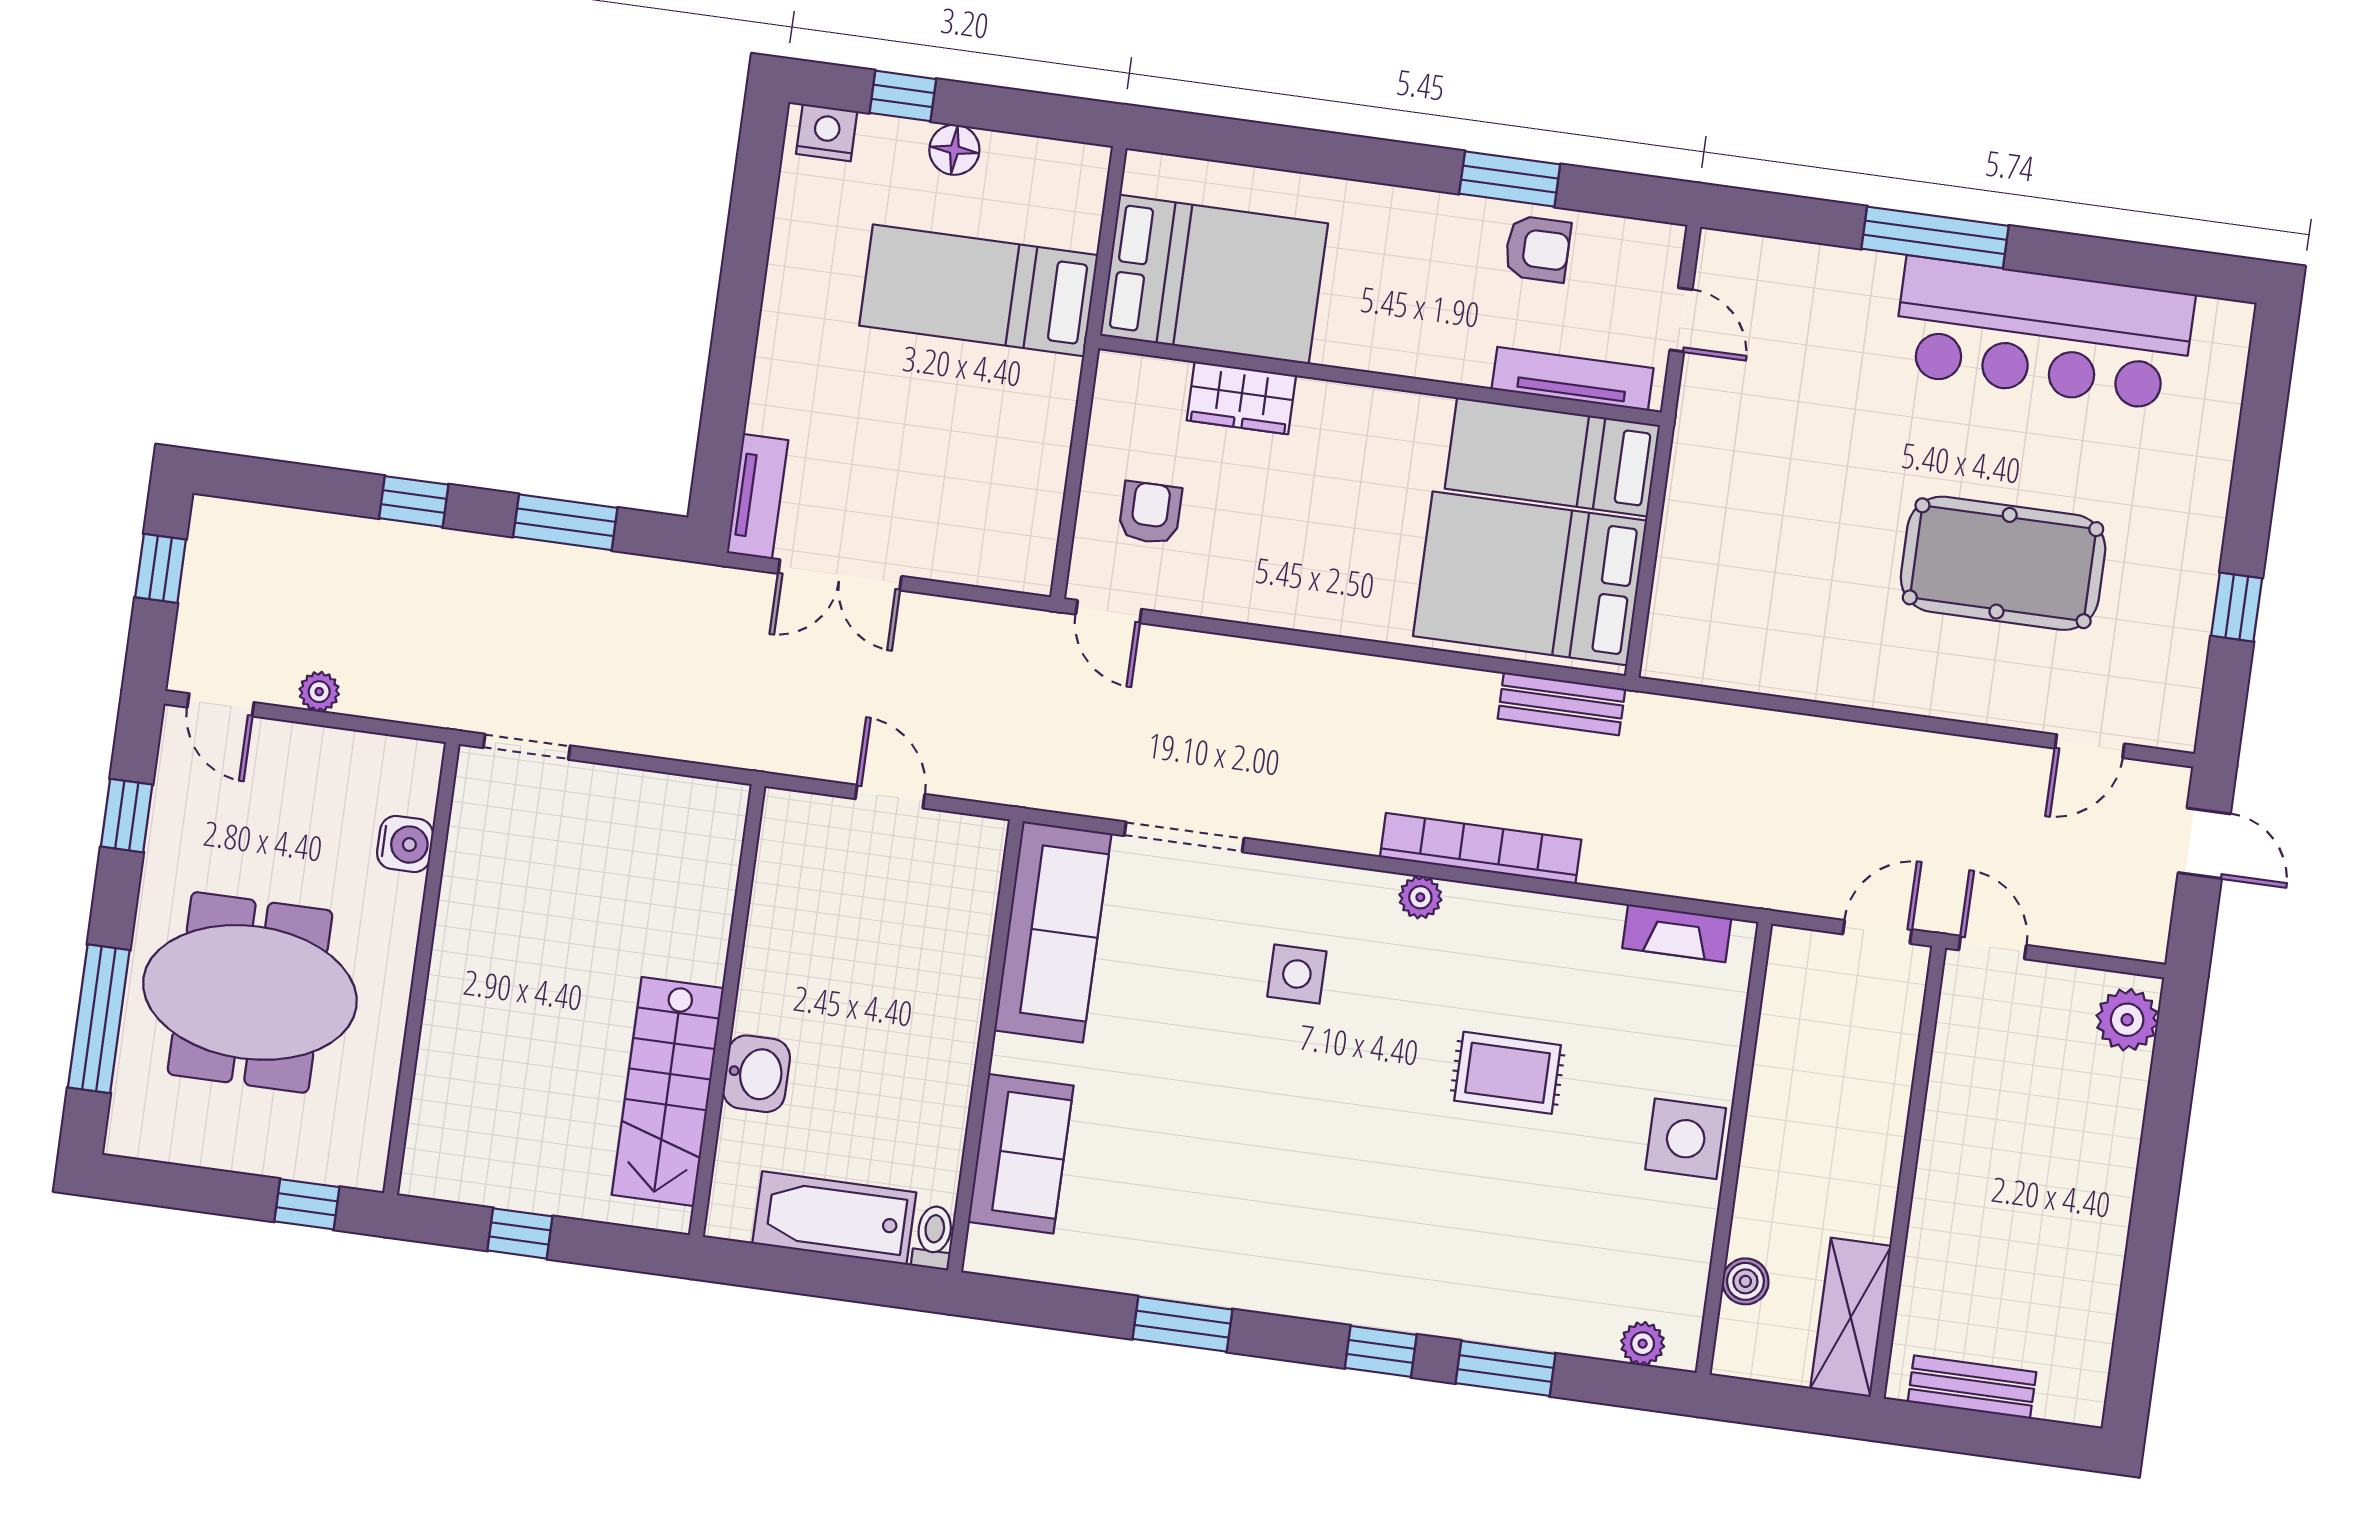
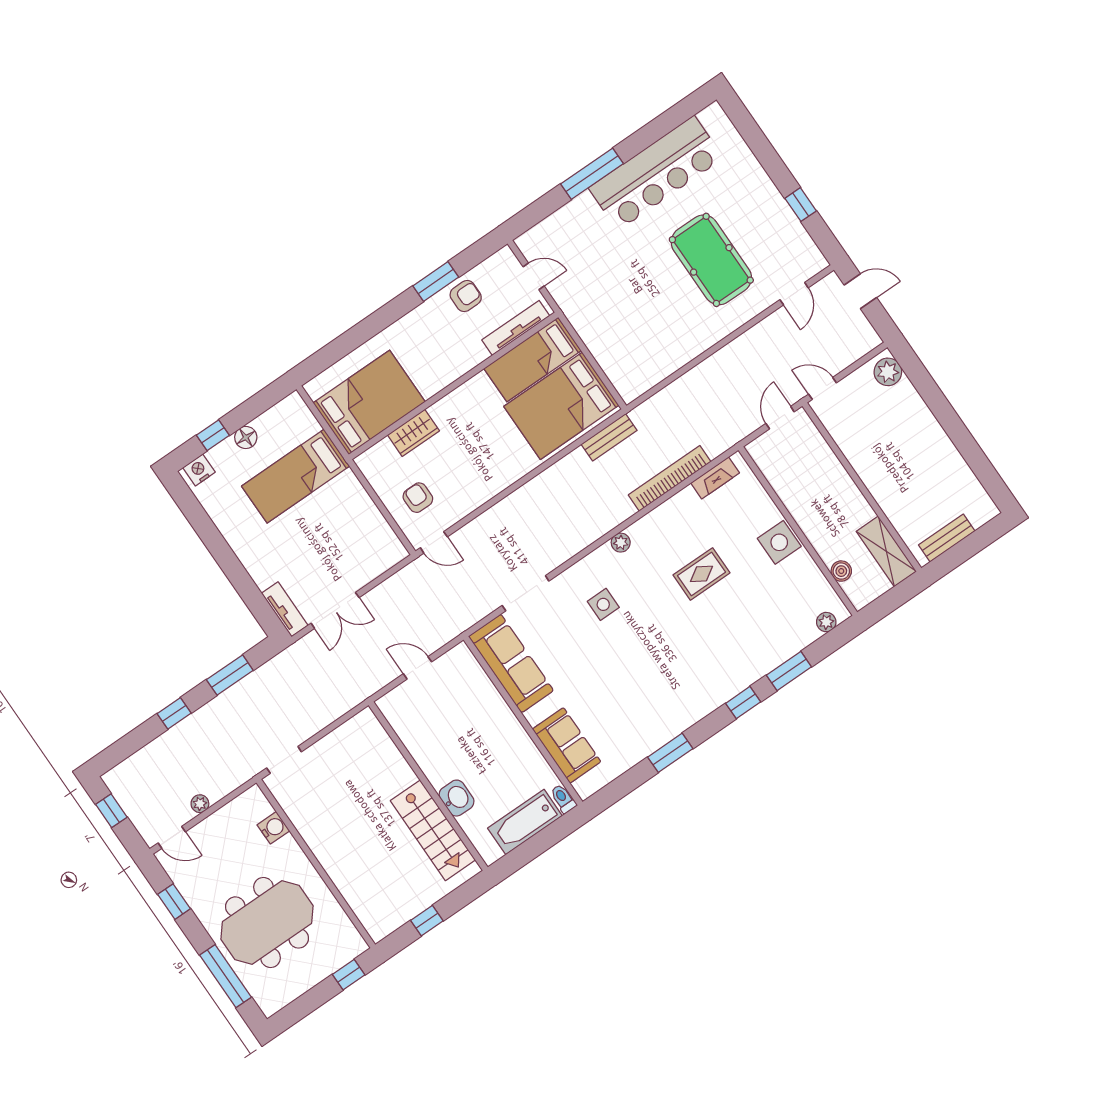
pool table: (2003, 563) -> (711, 260), turned 90
bookcase: (1481, 848) -> (670, 478), moved

